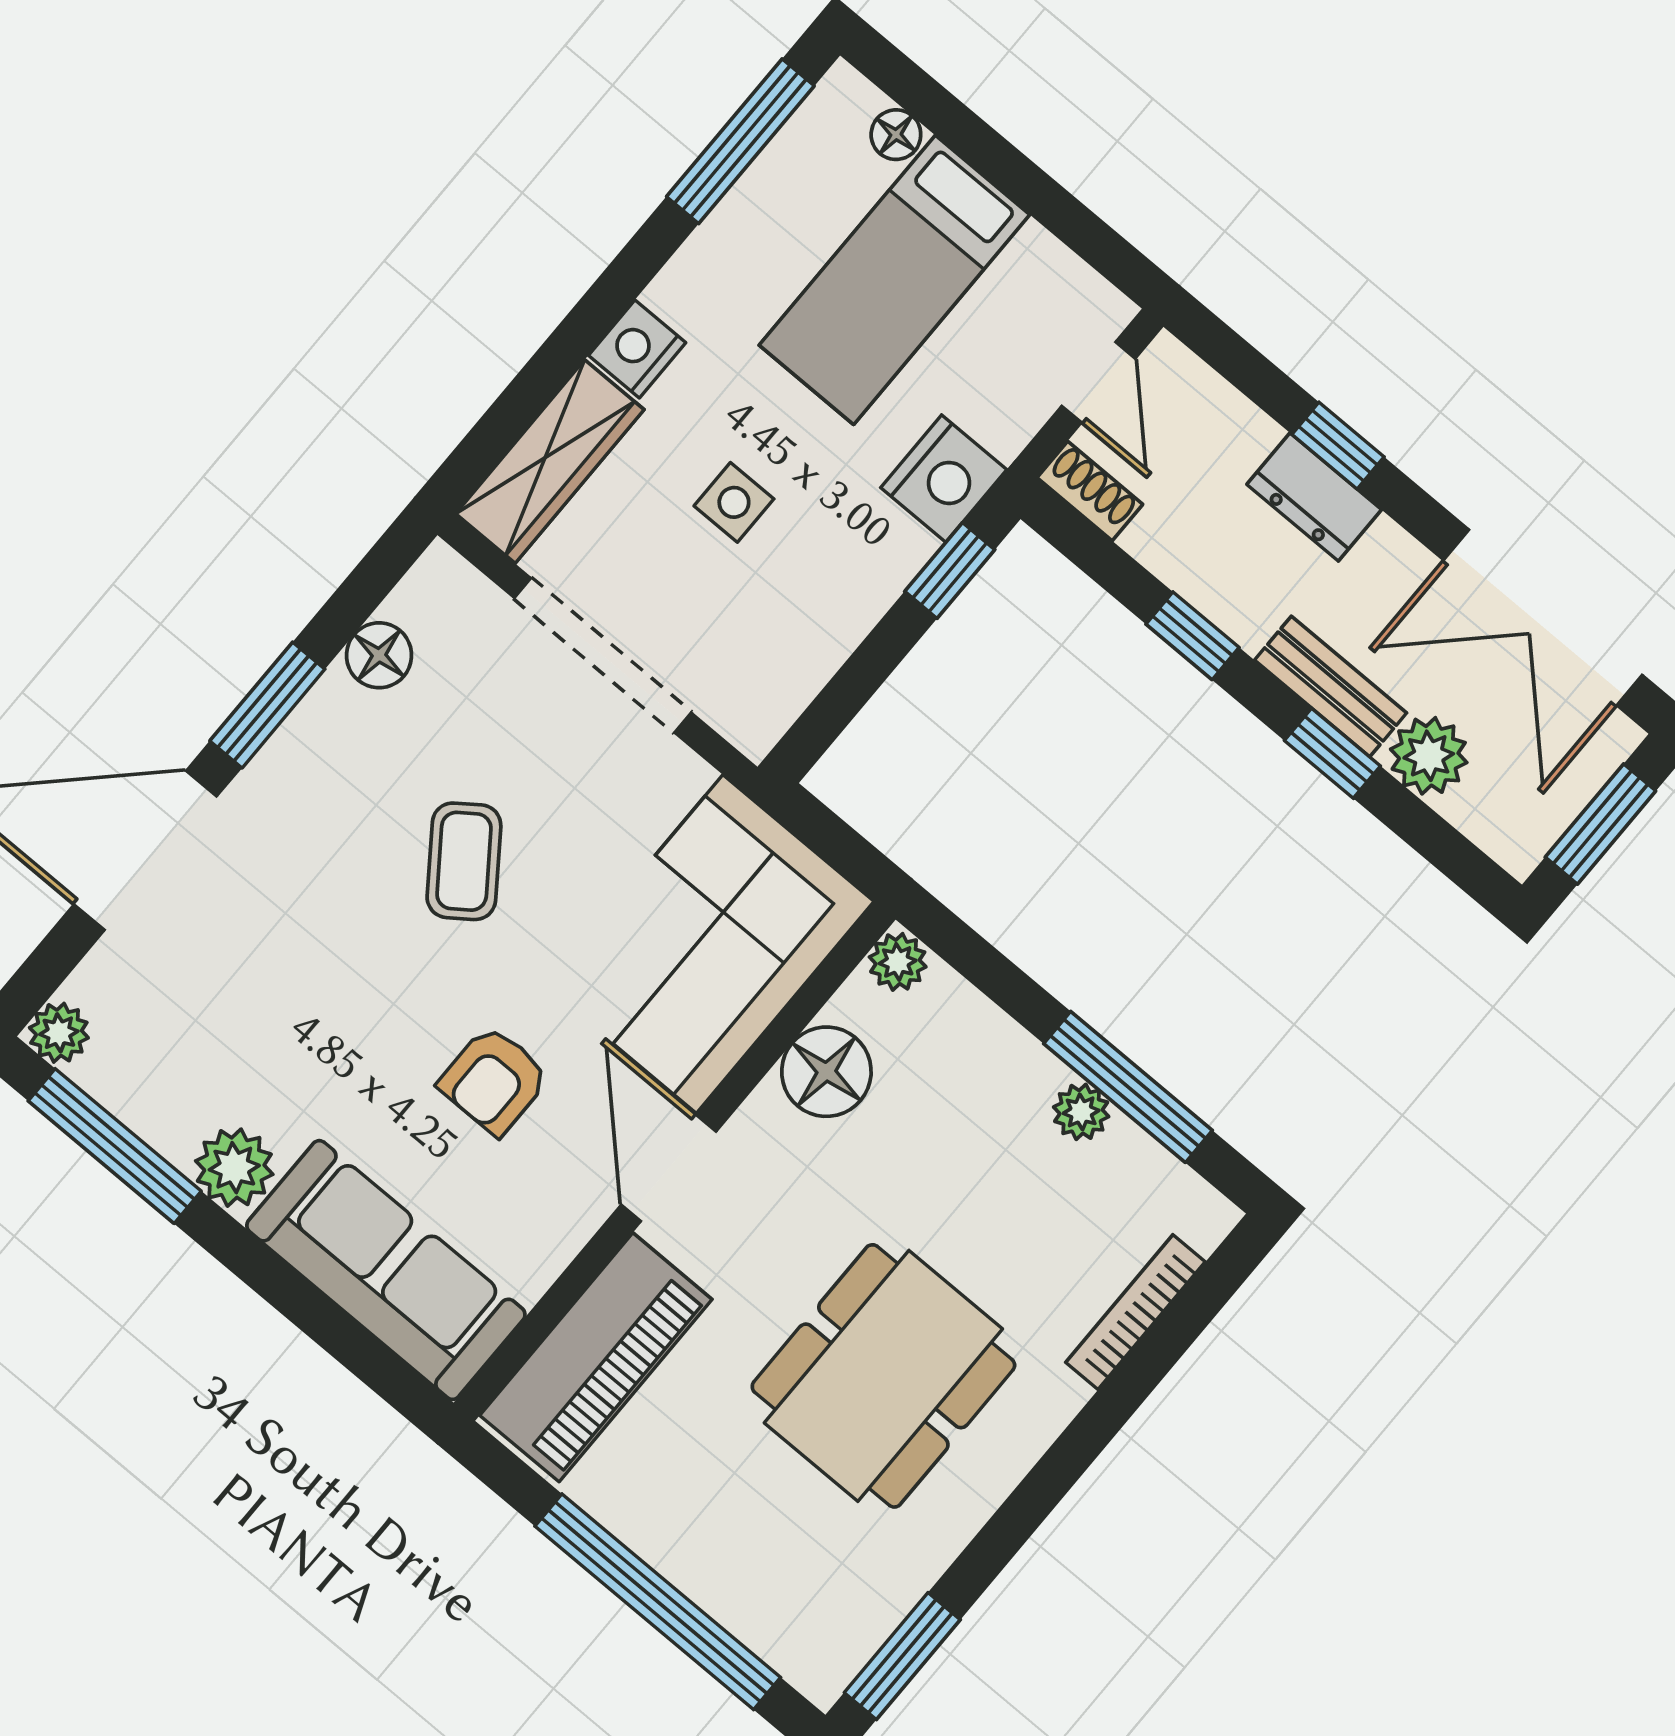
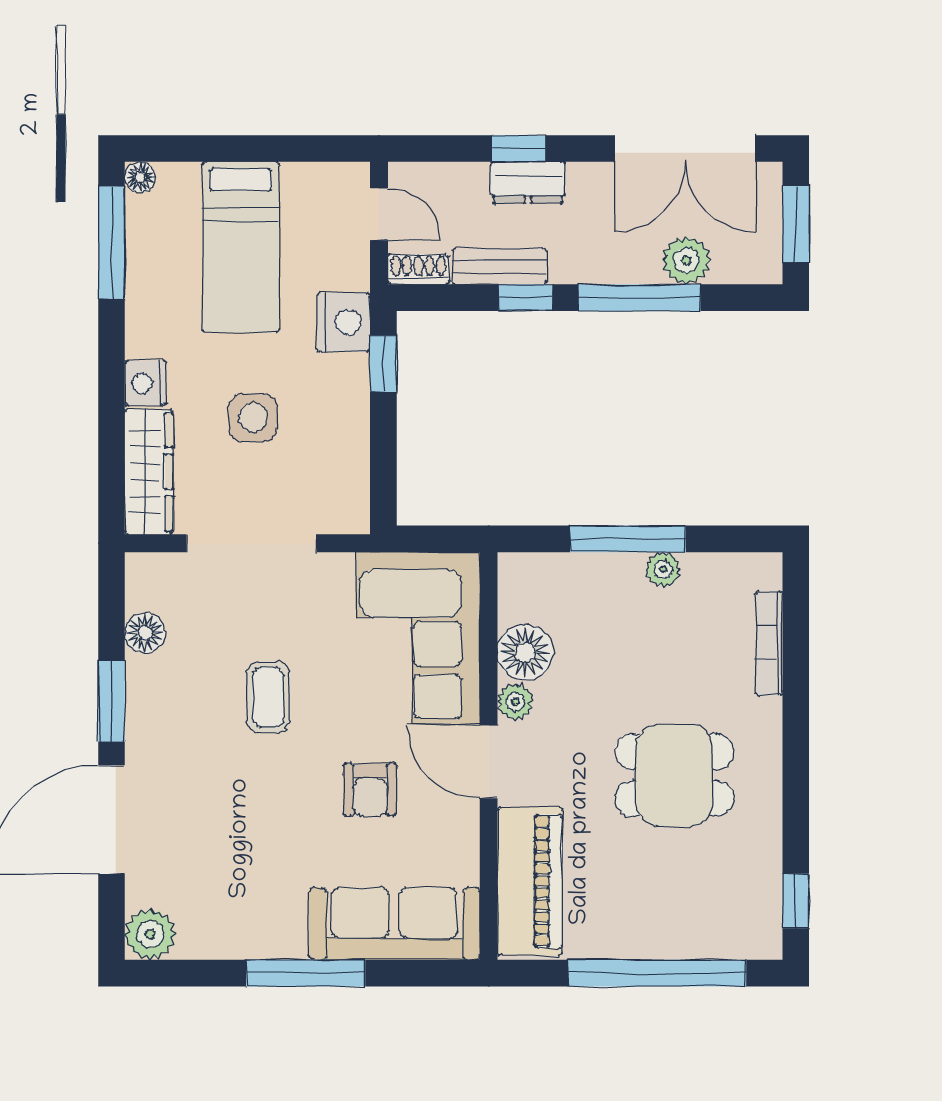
floor lamp: (896, 135) -> (140, 177), moved
side table: (734, 502) -> (253, 418), width x1.37, depth x1.37
bench: (1331, 687) -> (500, 267), moved
window: (1332, 753) -> (639, 298), width x2.17
coffee table: (464, 861) -> (268, 697), turned 36
plant: (898, 962) -> (515, 702), moved
plant: (59, 1033) -> (150, 934), width x1.38, depth x1.38
window: (1128, 1087) -> (628, 539), moved
window: (115, 1146) -> (306, 973), moved
plant: (234, 1168) -> (281, 935), removed
dining table: (883, 1376) -> (674, 775), width x0.73
window: (902, 1656) -> (796, 901), width x0.67

